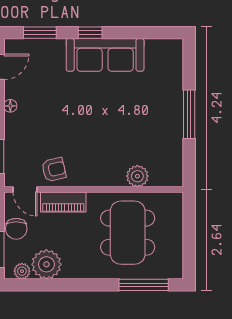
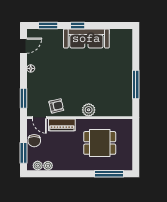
window: (189, 114) -> (136, 85), moved
plant: (137, 176) -> (89, 110), moved
dining table: (128, 233) -> (100, 143), width x0.73
plant: (46, 264) -> (48, 166), width x0.53, depth x0.53

